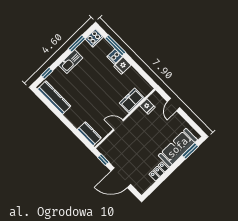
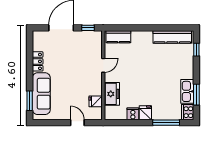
cooker: (115, 57) -> (133, 114), moved
kitchen sink: (71, 62) -> (187, 91), moved

